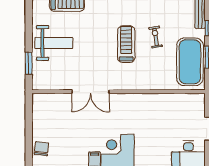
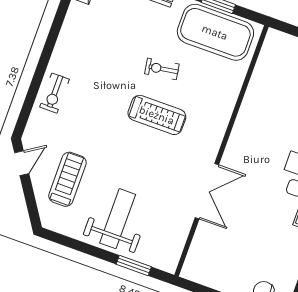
treadmill: (126, 44) -> (157, 115), turned 180

